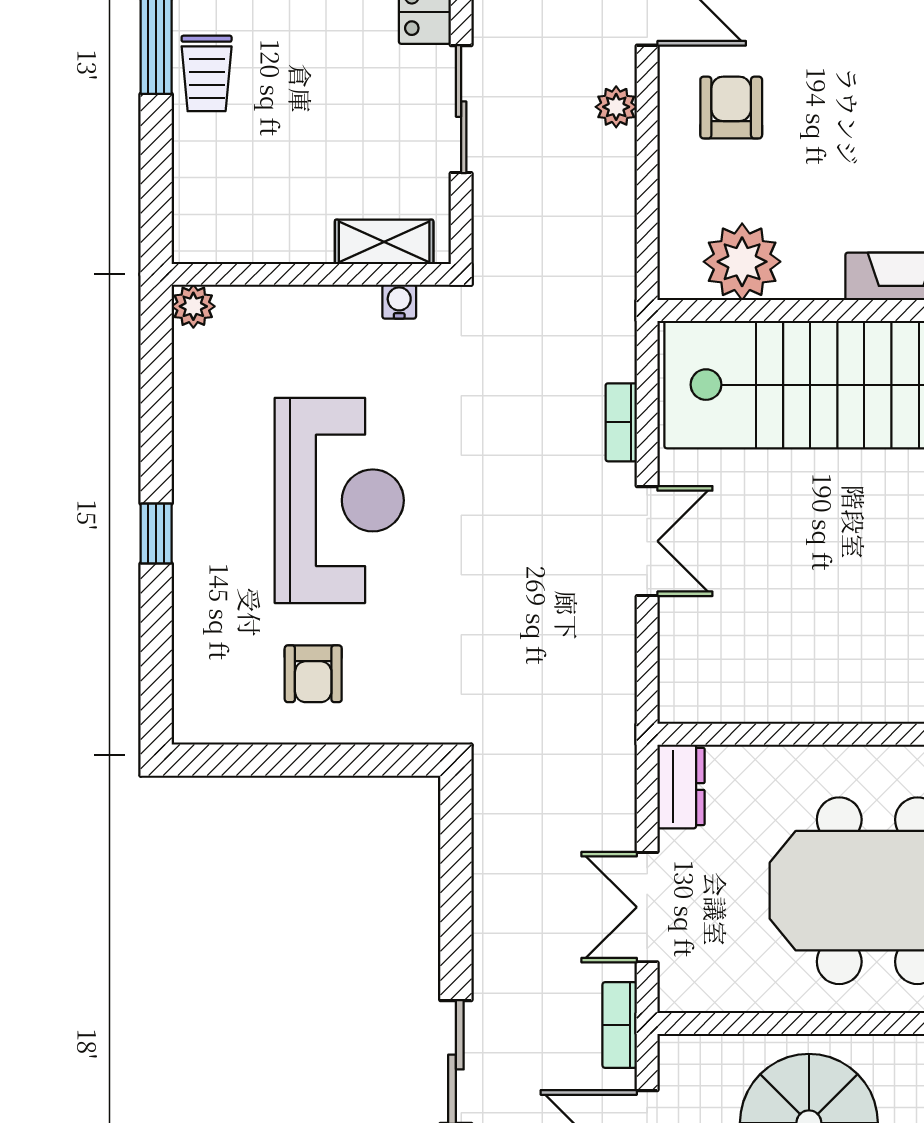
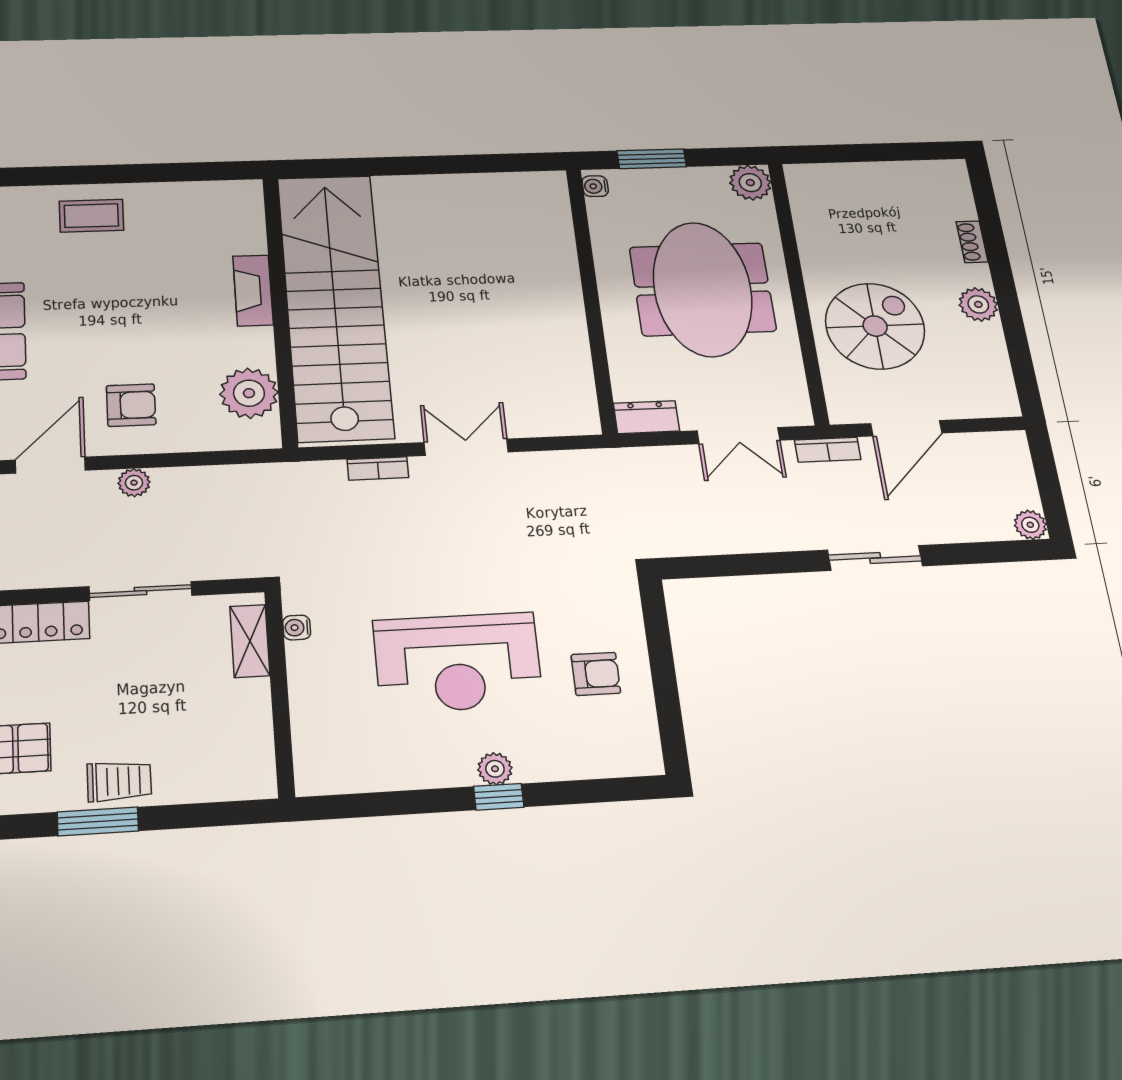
armchair: (731, 108) -> (131, 405), turned 180
plant: (193, 306) -> (495, 769), moved
reception desk: (339, 500) -> (458, 662), turned 180

